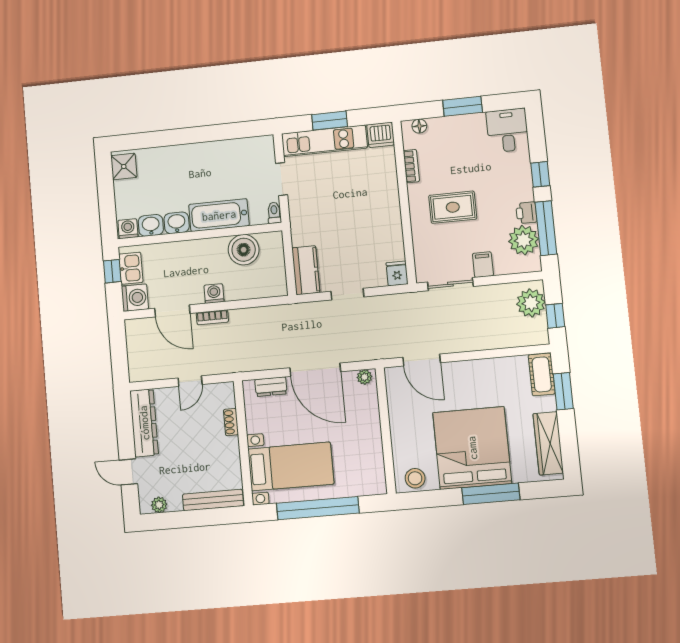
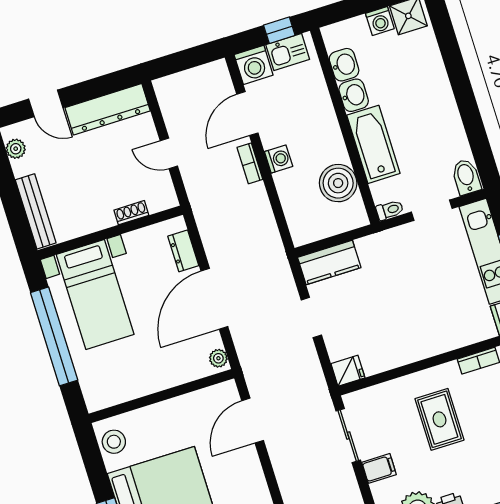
bidet: (261, 146) -> (466, 177), added
washing machine: (128, 229) -> (380, 21), moved, turned 90
door: (128, 472) -> (46, 103), swing flipped

